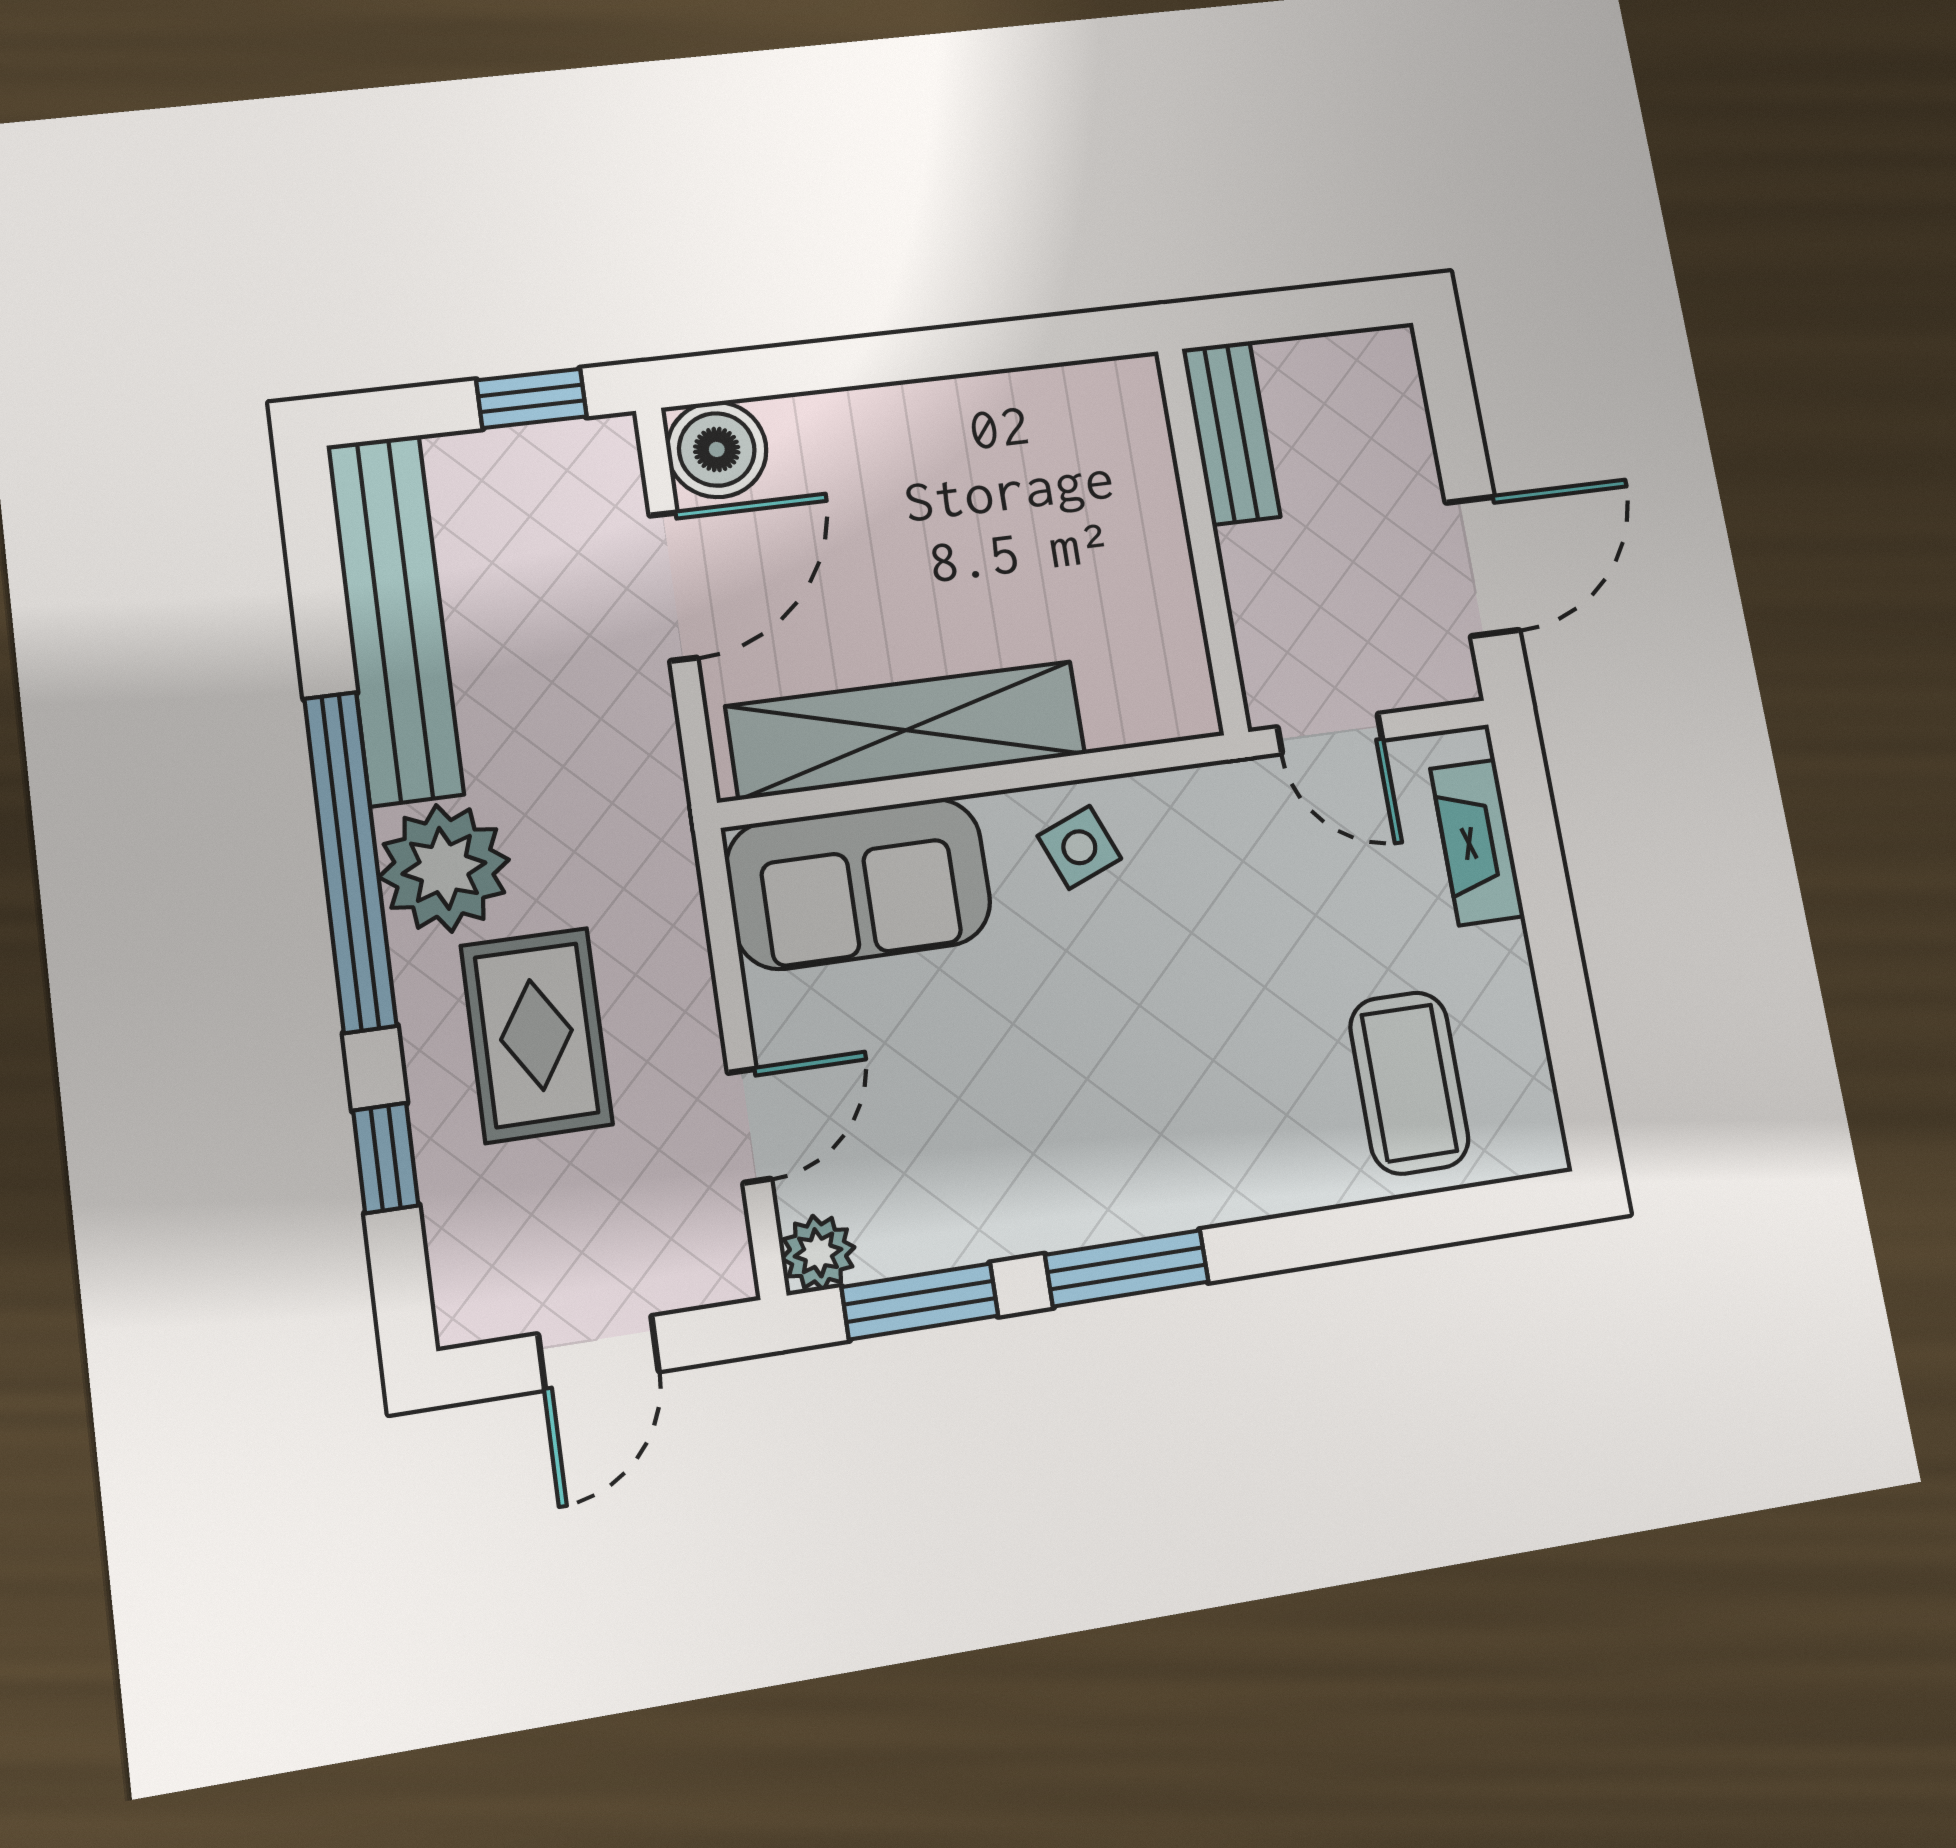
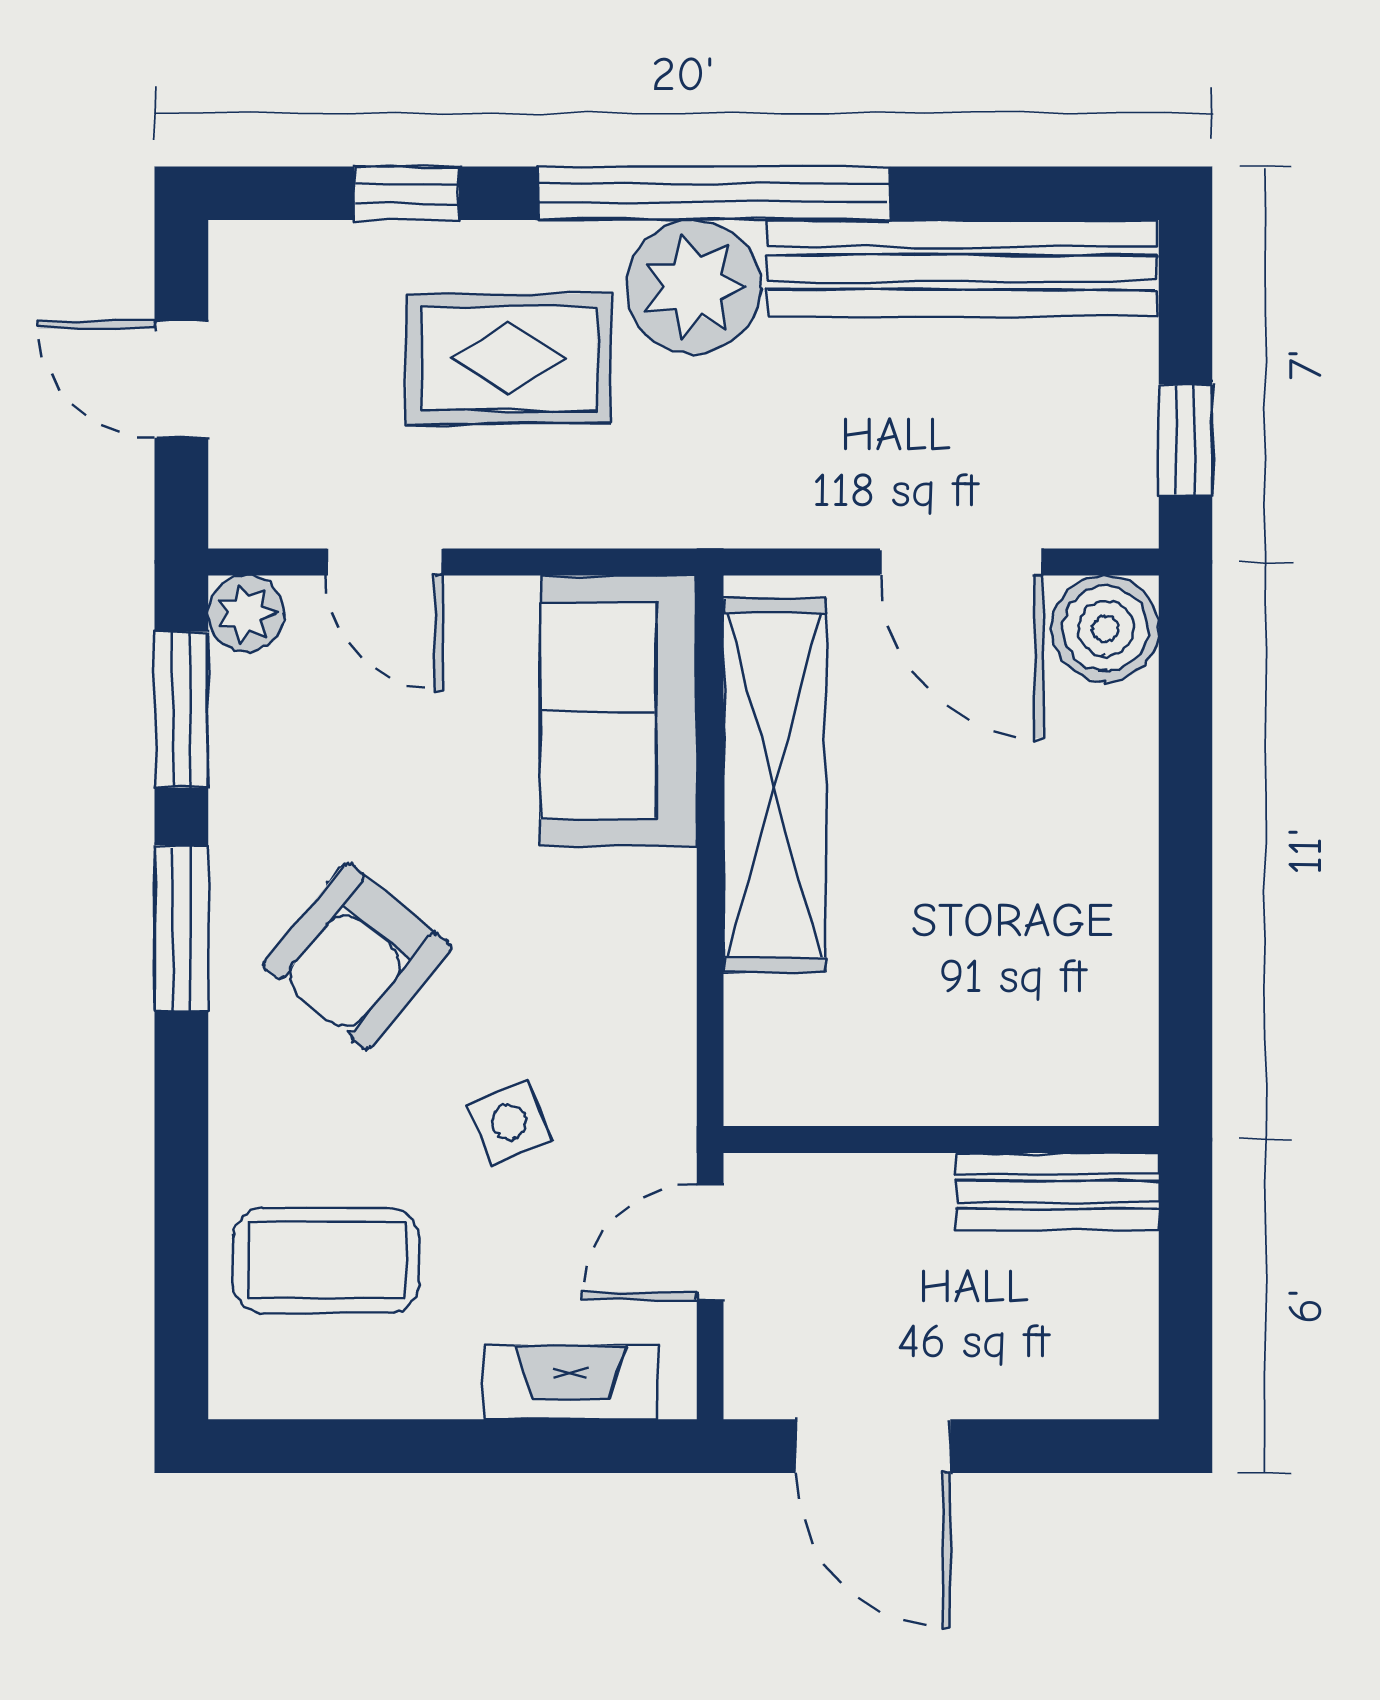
side table: (1079, 847) -> (509, 1123), moved
armchair: (1126, 1096) -> (357, 956), added

